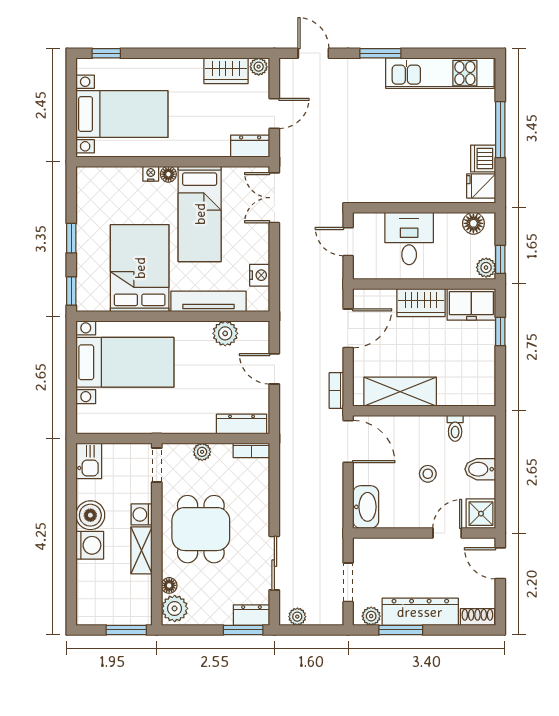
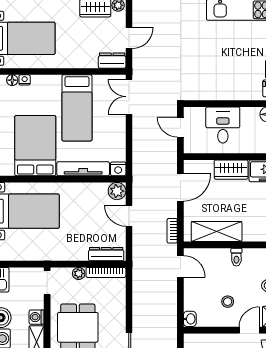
nightstand: (151, 174) -> (25, 80), moved
floor lamp: (168, 174) -> (12, 80), moved
nightstand: (260, 275) -> (118, 169), moved, turned 90
plant: (225, 333) -> (117, 191), moved
toilet: (455, 428) -> (236, 257), moved
door: (348, 442) -> (180, 266), width x0.73
bookcase: (251, 450) -> (106, 272), width x1.56
stool: (428, 474) -> (228, 302), moved
washbasin: (366, 507) -> (190, 319), width x0.52, depth x0.69

